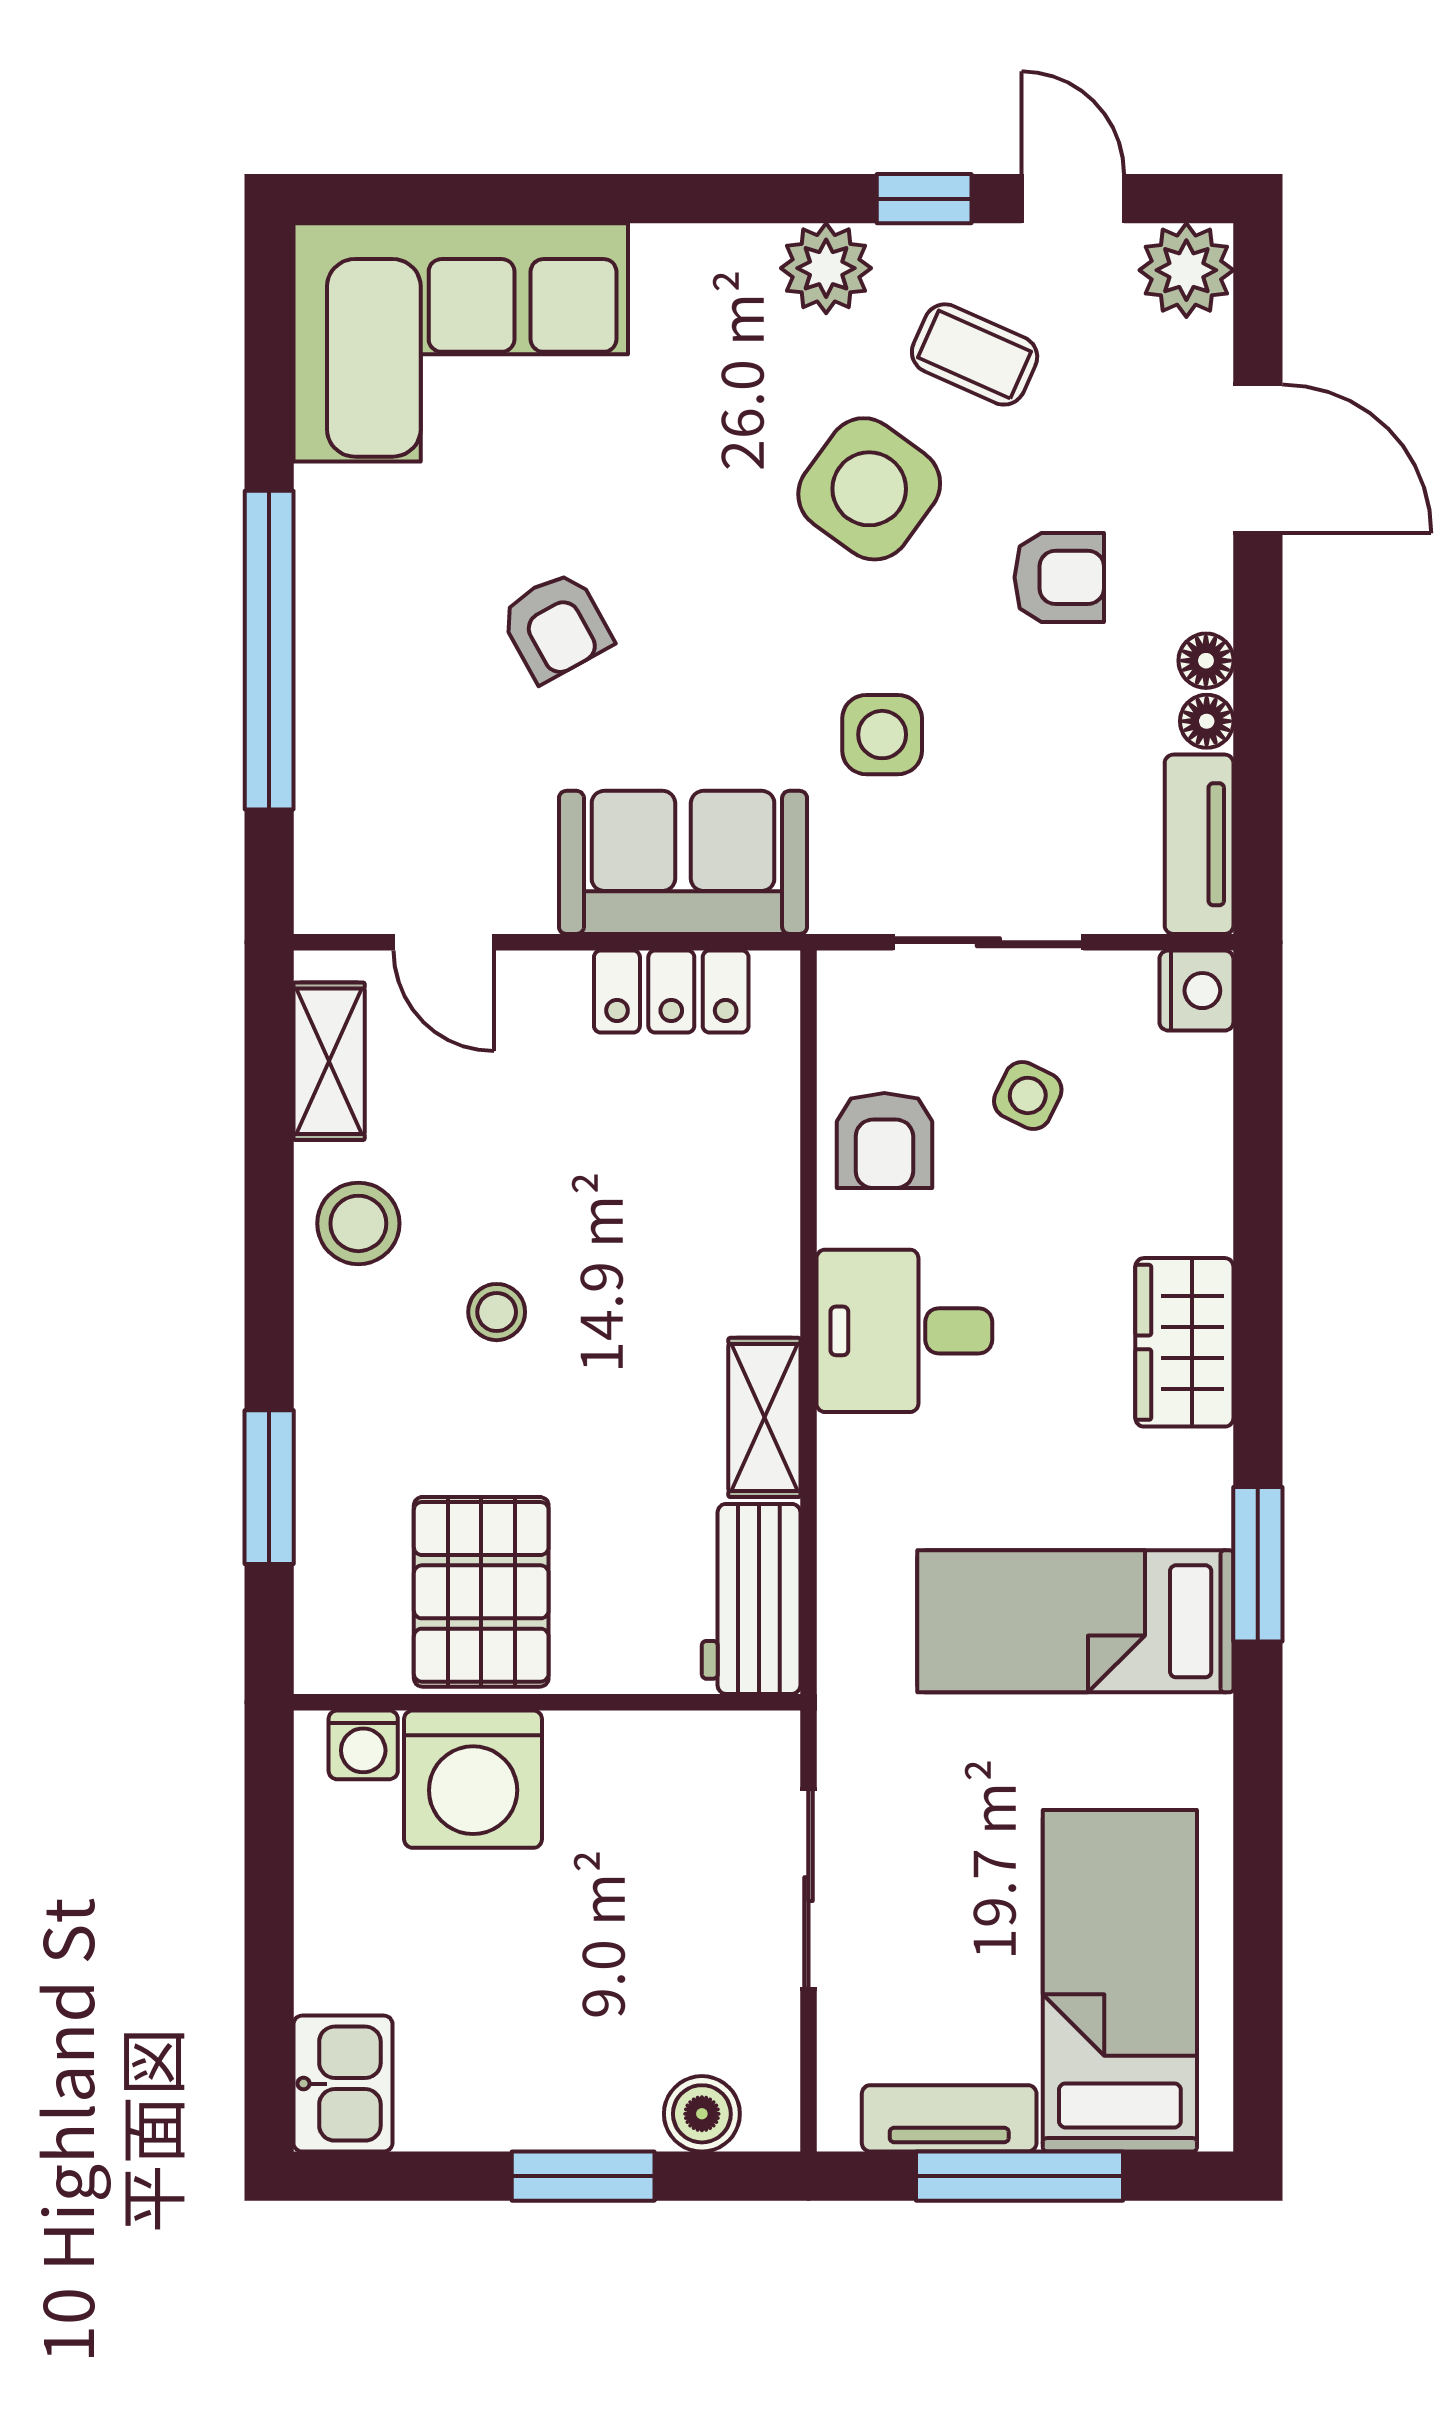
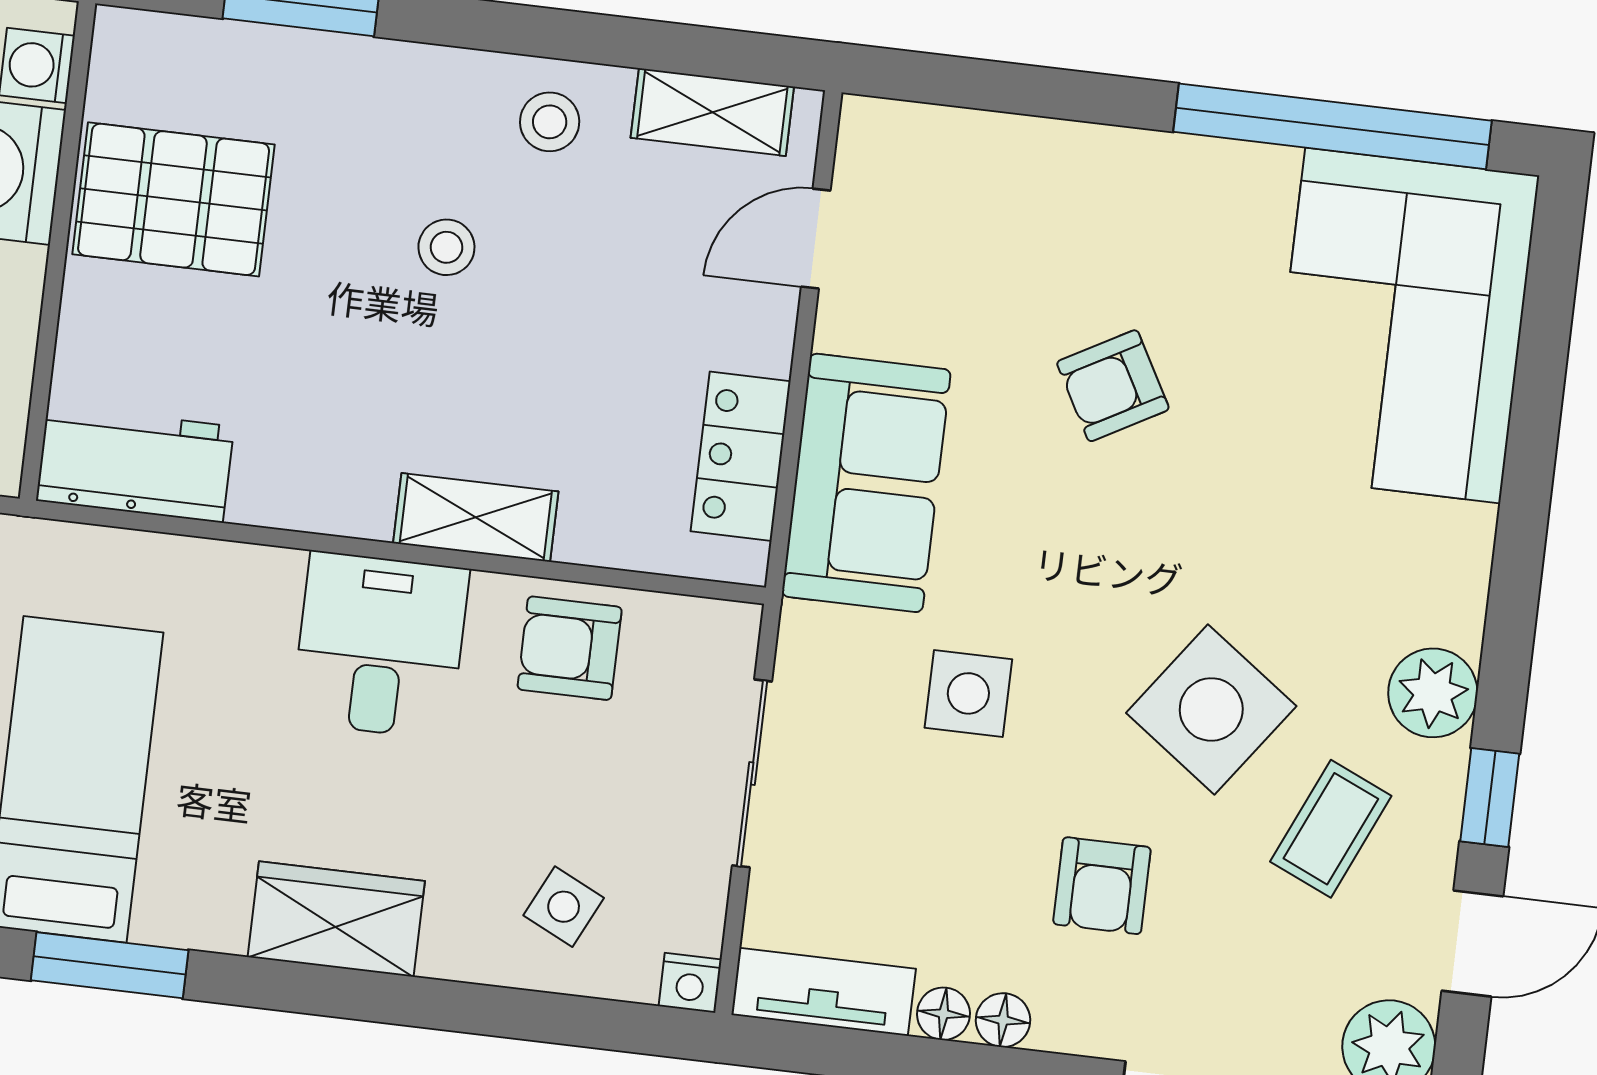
window: (269, 650) -> (1333, 126), moved
nightstand: (1196, 991) -> (690, 983), width x0.72, depth x0.74
side table: (1028, 1095) -> (564, 907), moved
stool: (358, 1223) -> (550, 122), width x0.73, depth x0.73
shelving: (764, 1417) -> (476, 517), moved

